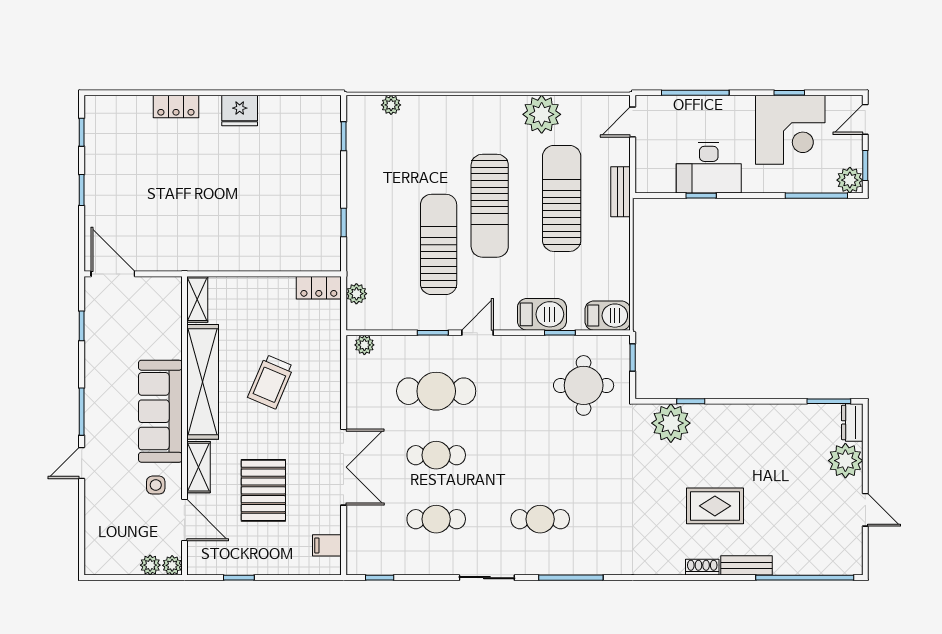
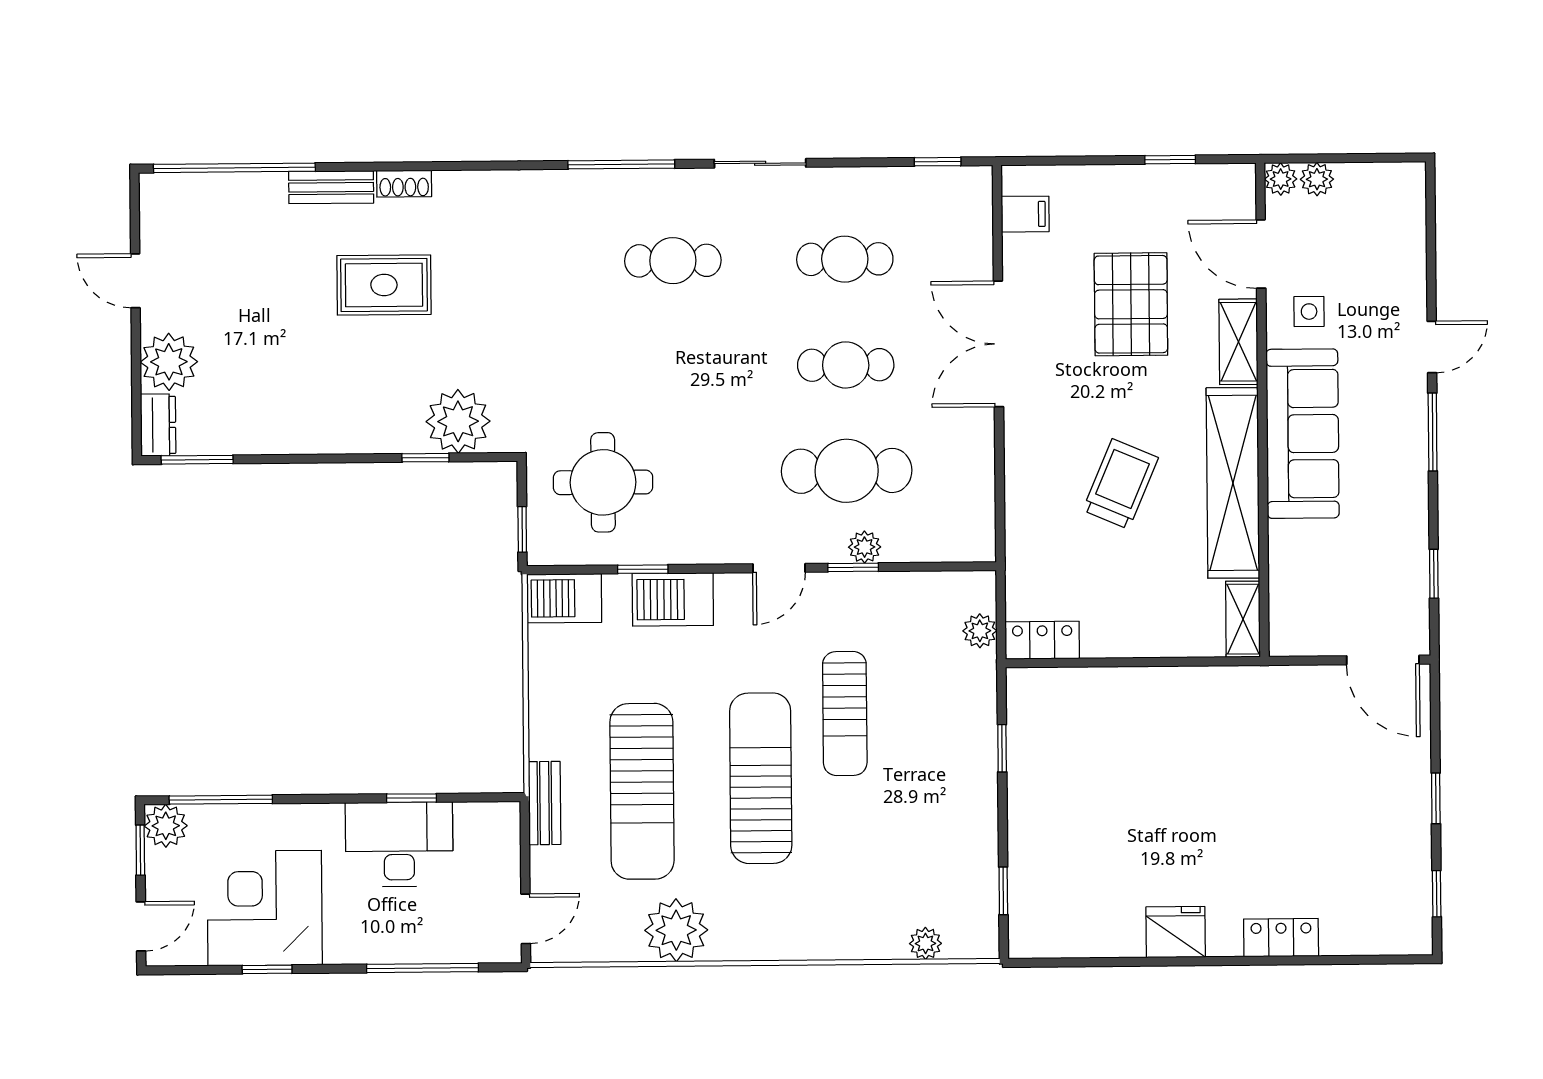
sun lounger: (439, 244) -> (845, 713), width x0.73, depth x0.75
plant: (364, 345) -> (865, 547), moved

